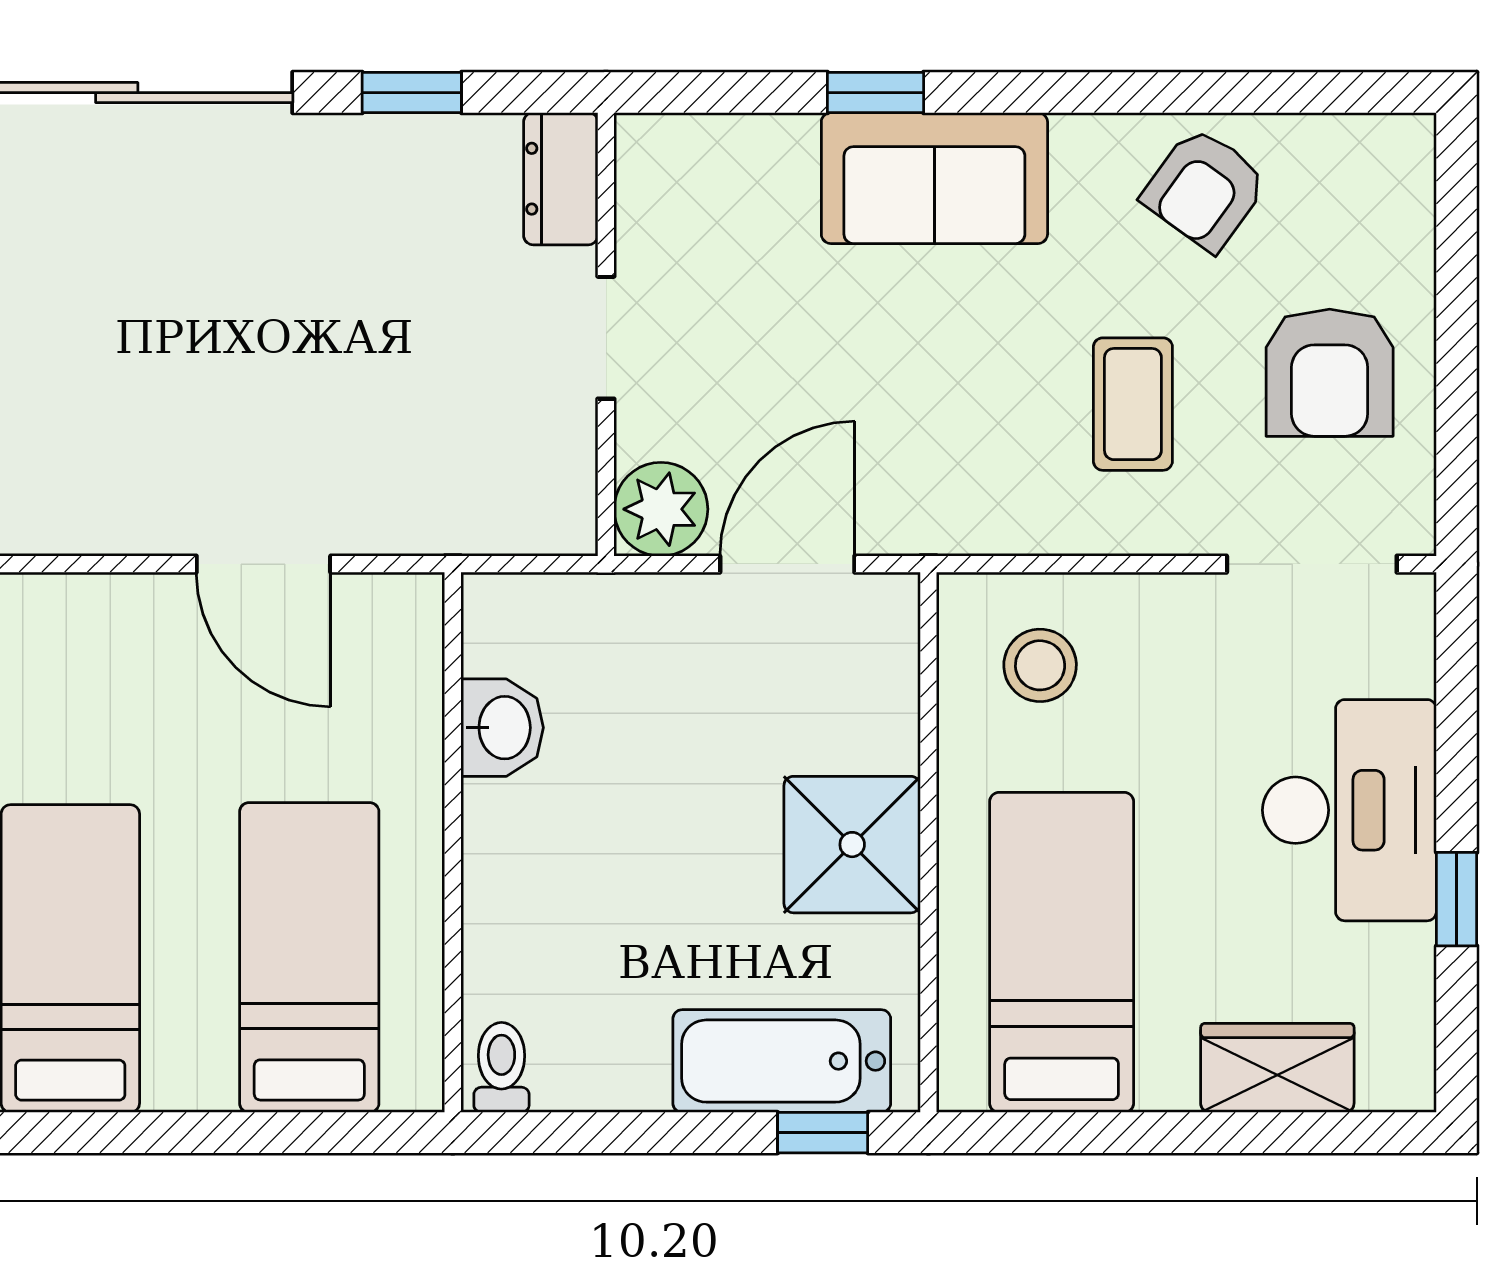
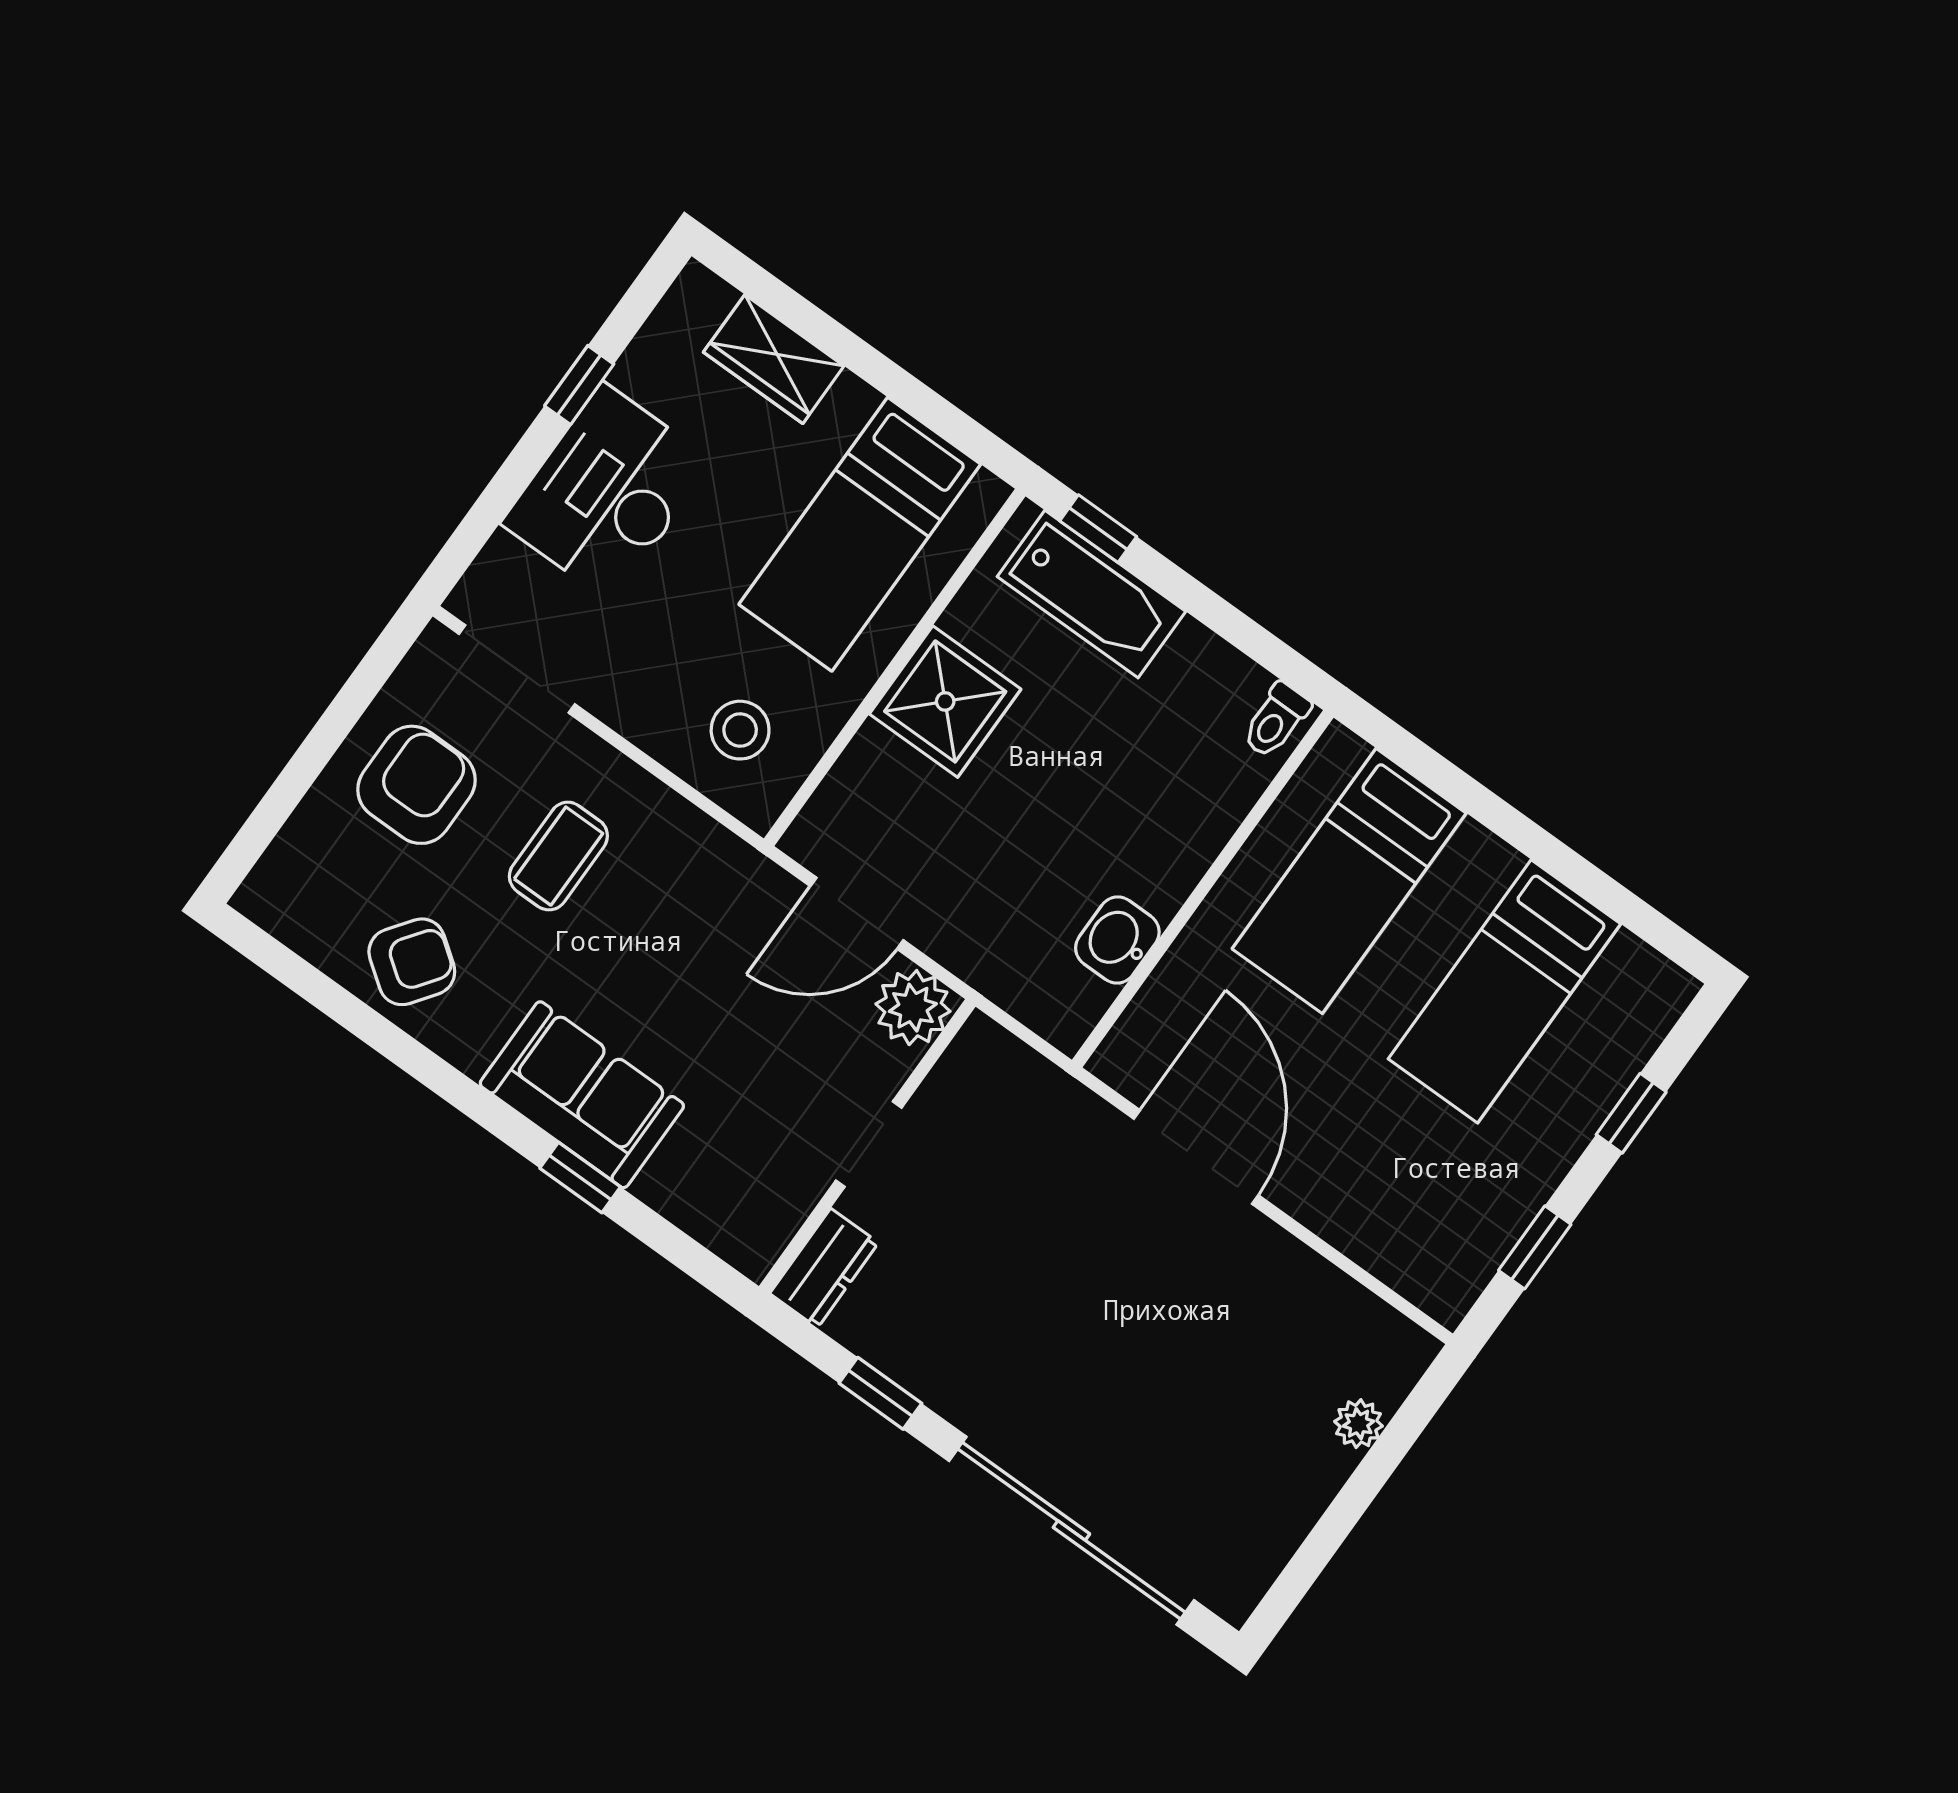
door: (263, 564) -> (1196, 1157), width x1.36

